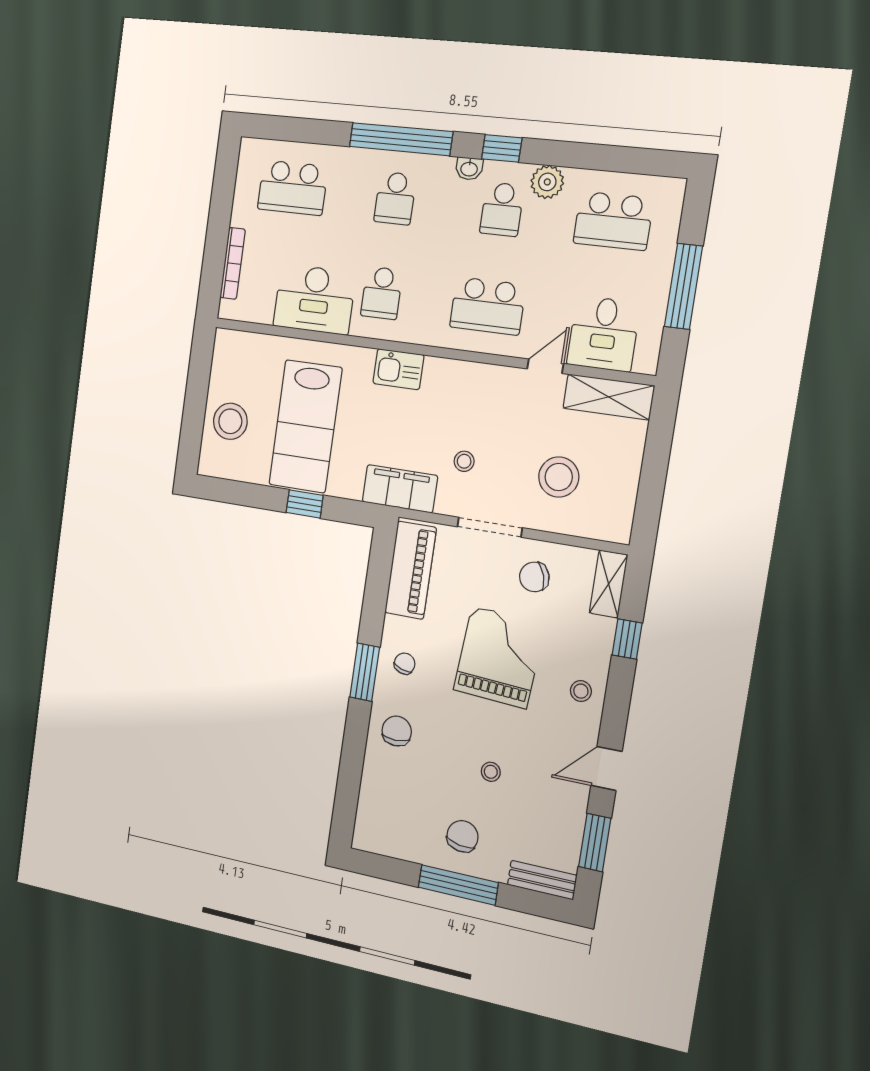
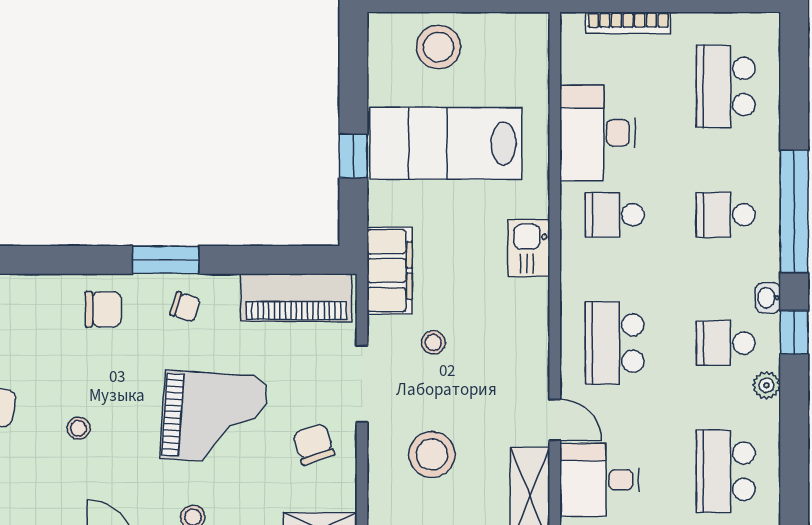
plant: (547, 182) -> (767, 385), width x0.73, depth x0.73

